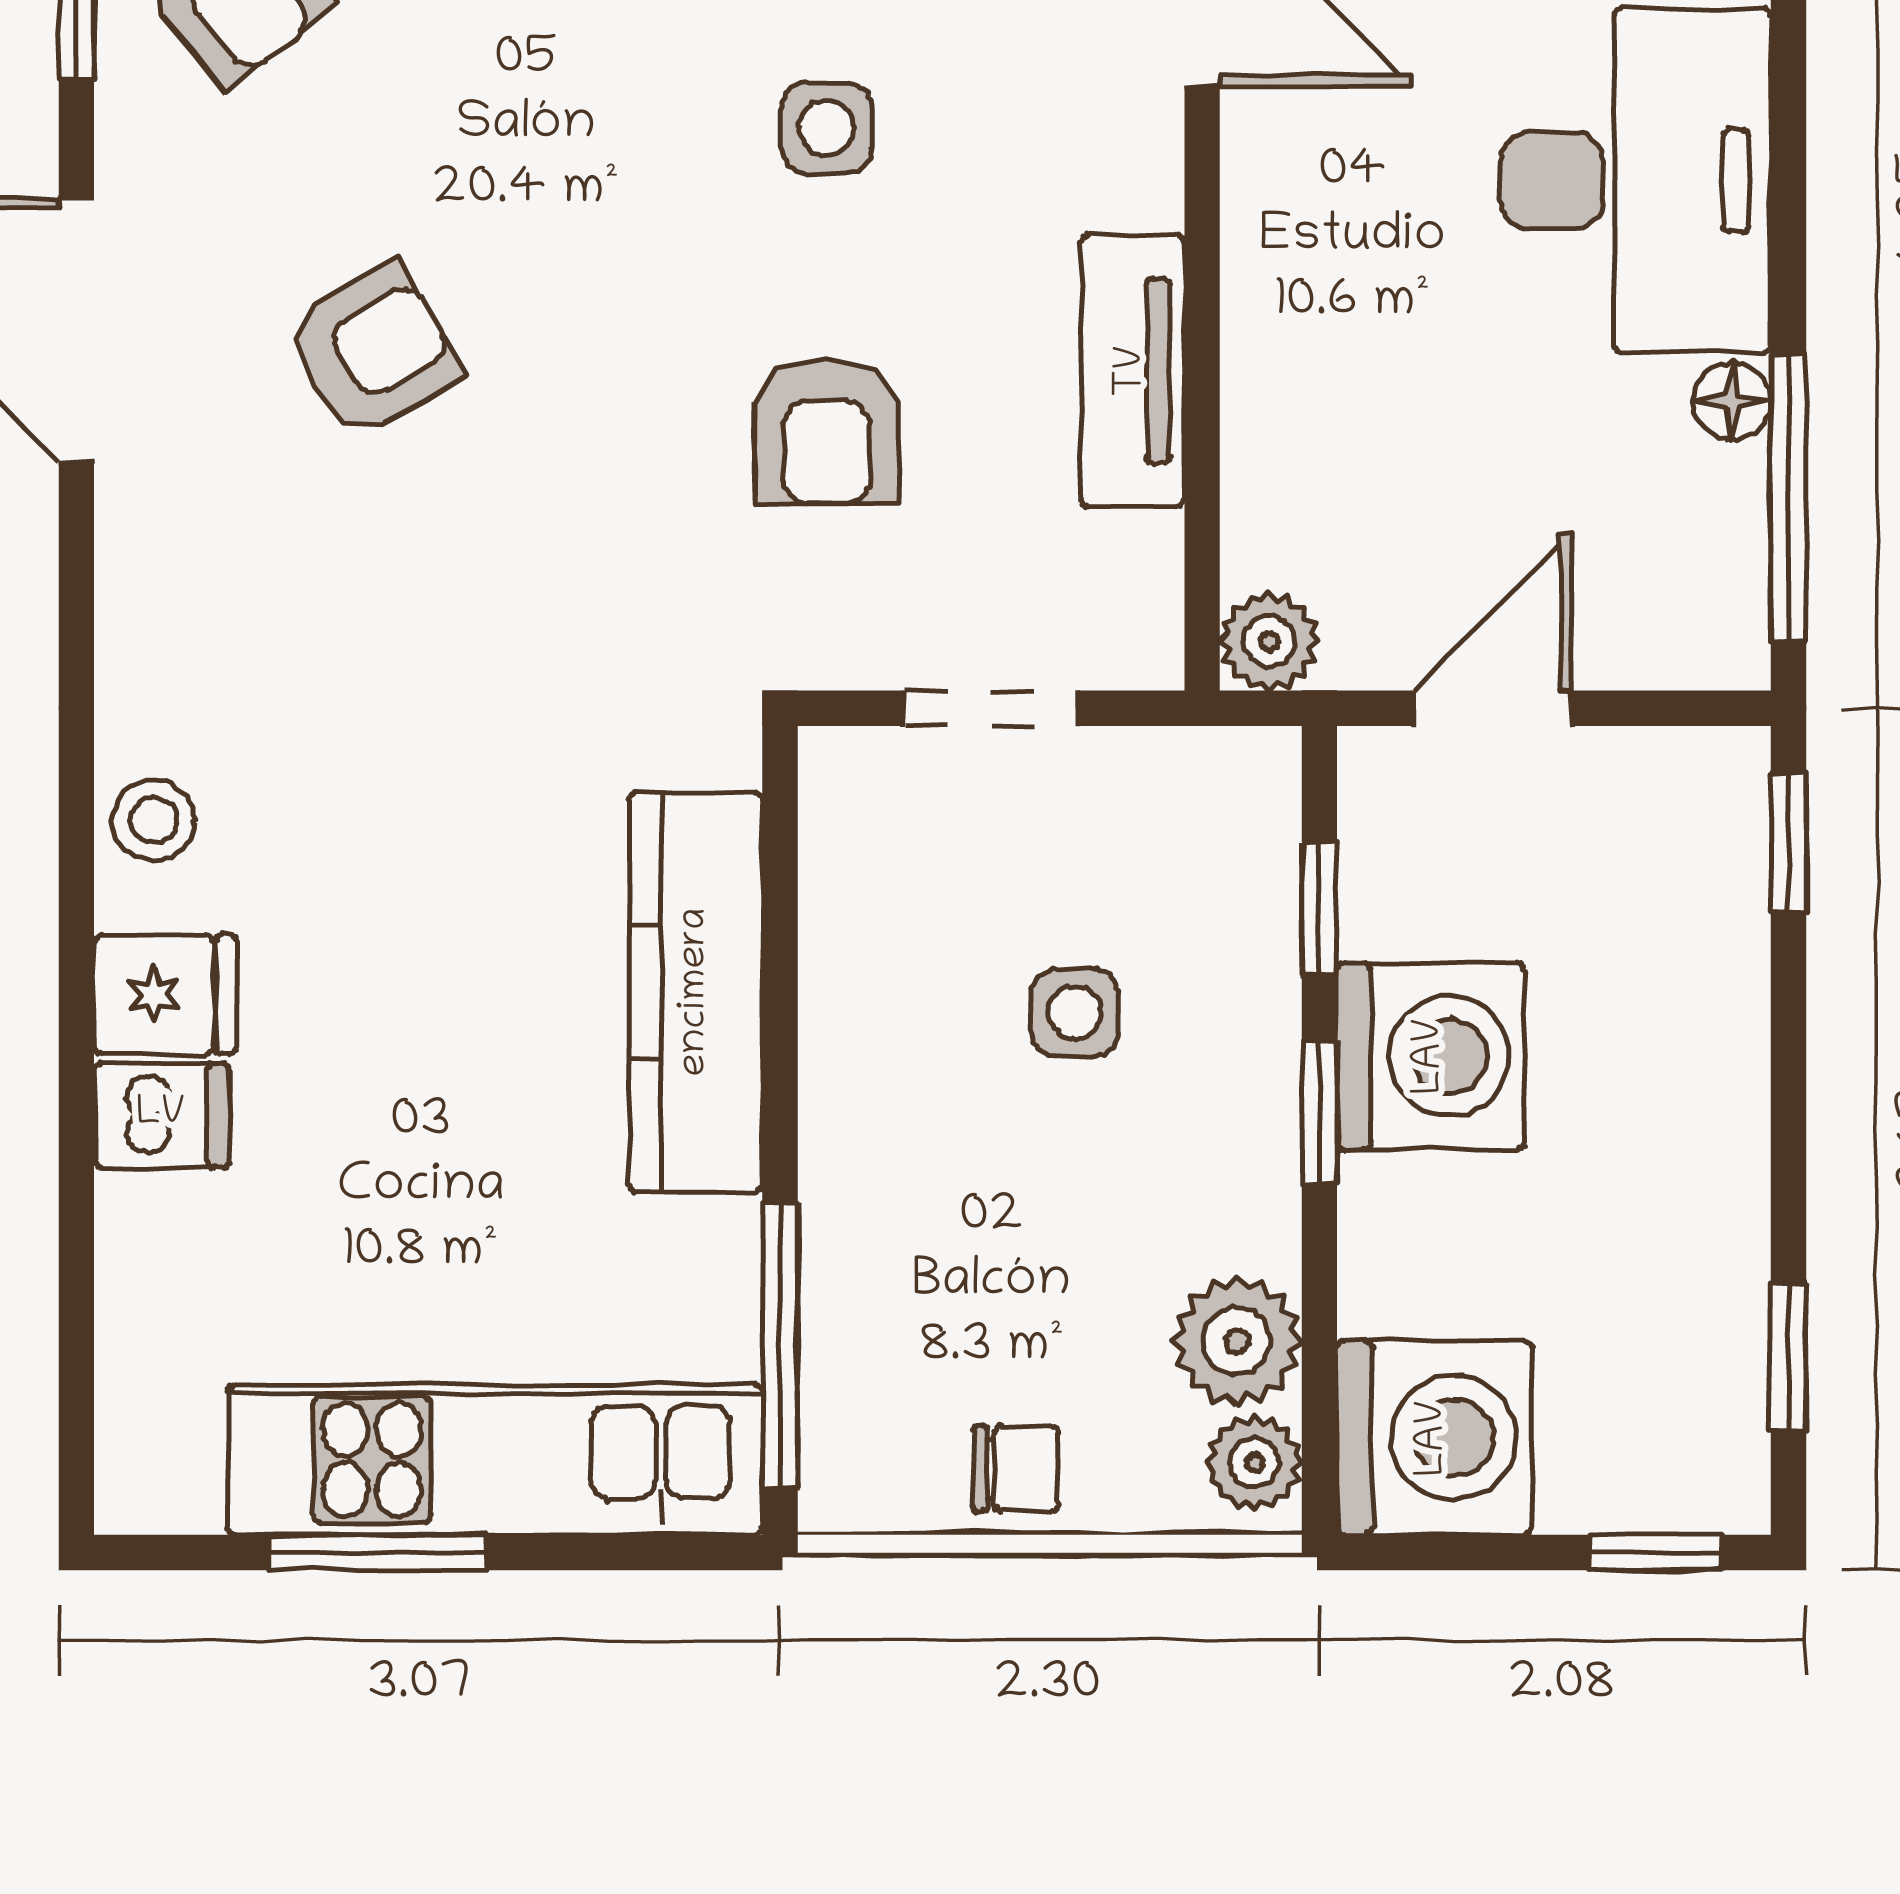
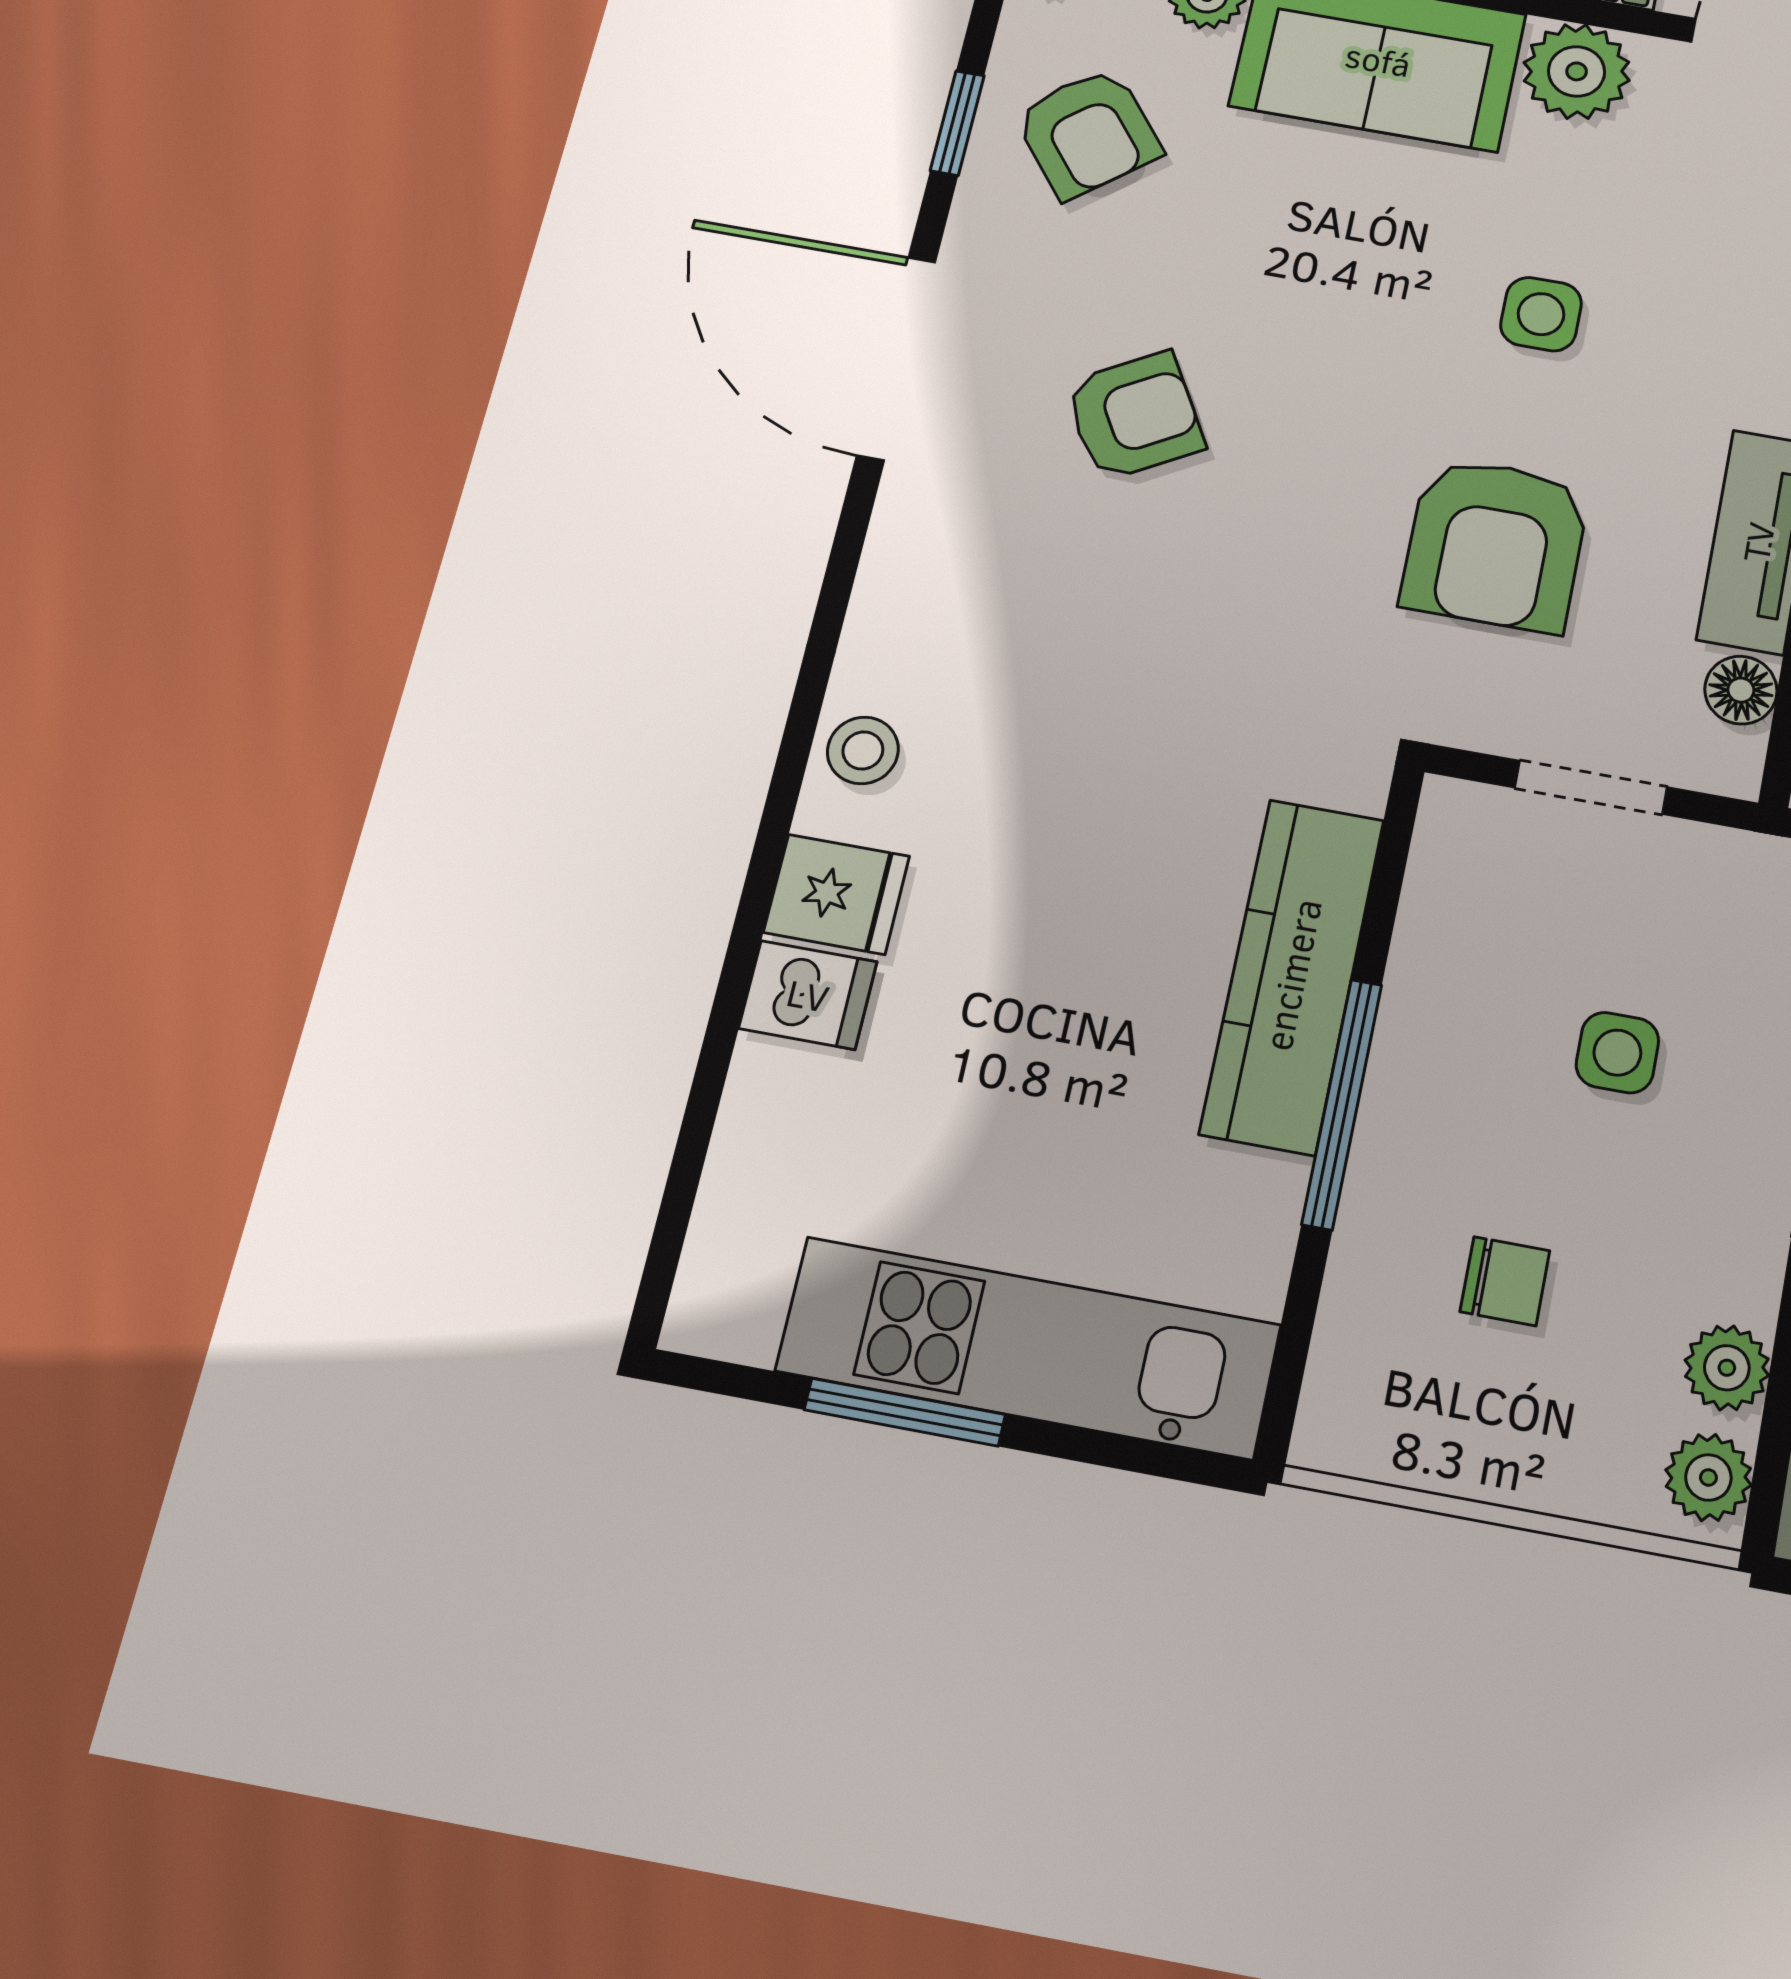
armchair: (827, 432) -> (1495, 544), width x1.38, depth x1.38
floor lamp: (1142, 558) -> (1741, 690), added
plant: (1237, 1341) -> (1727, 1368), width x0.73, depth x0.73
window: (780, 1346) -> (1342, 1104), moved
chair: (1016, 1469) -> (1505, 1281), moved

